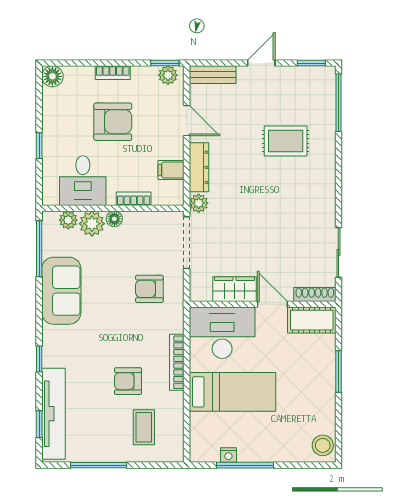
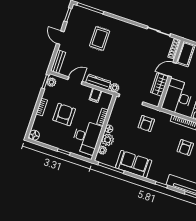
desk: (83, 181) -> (87, 137), width x1.37

